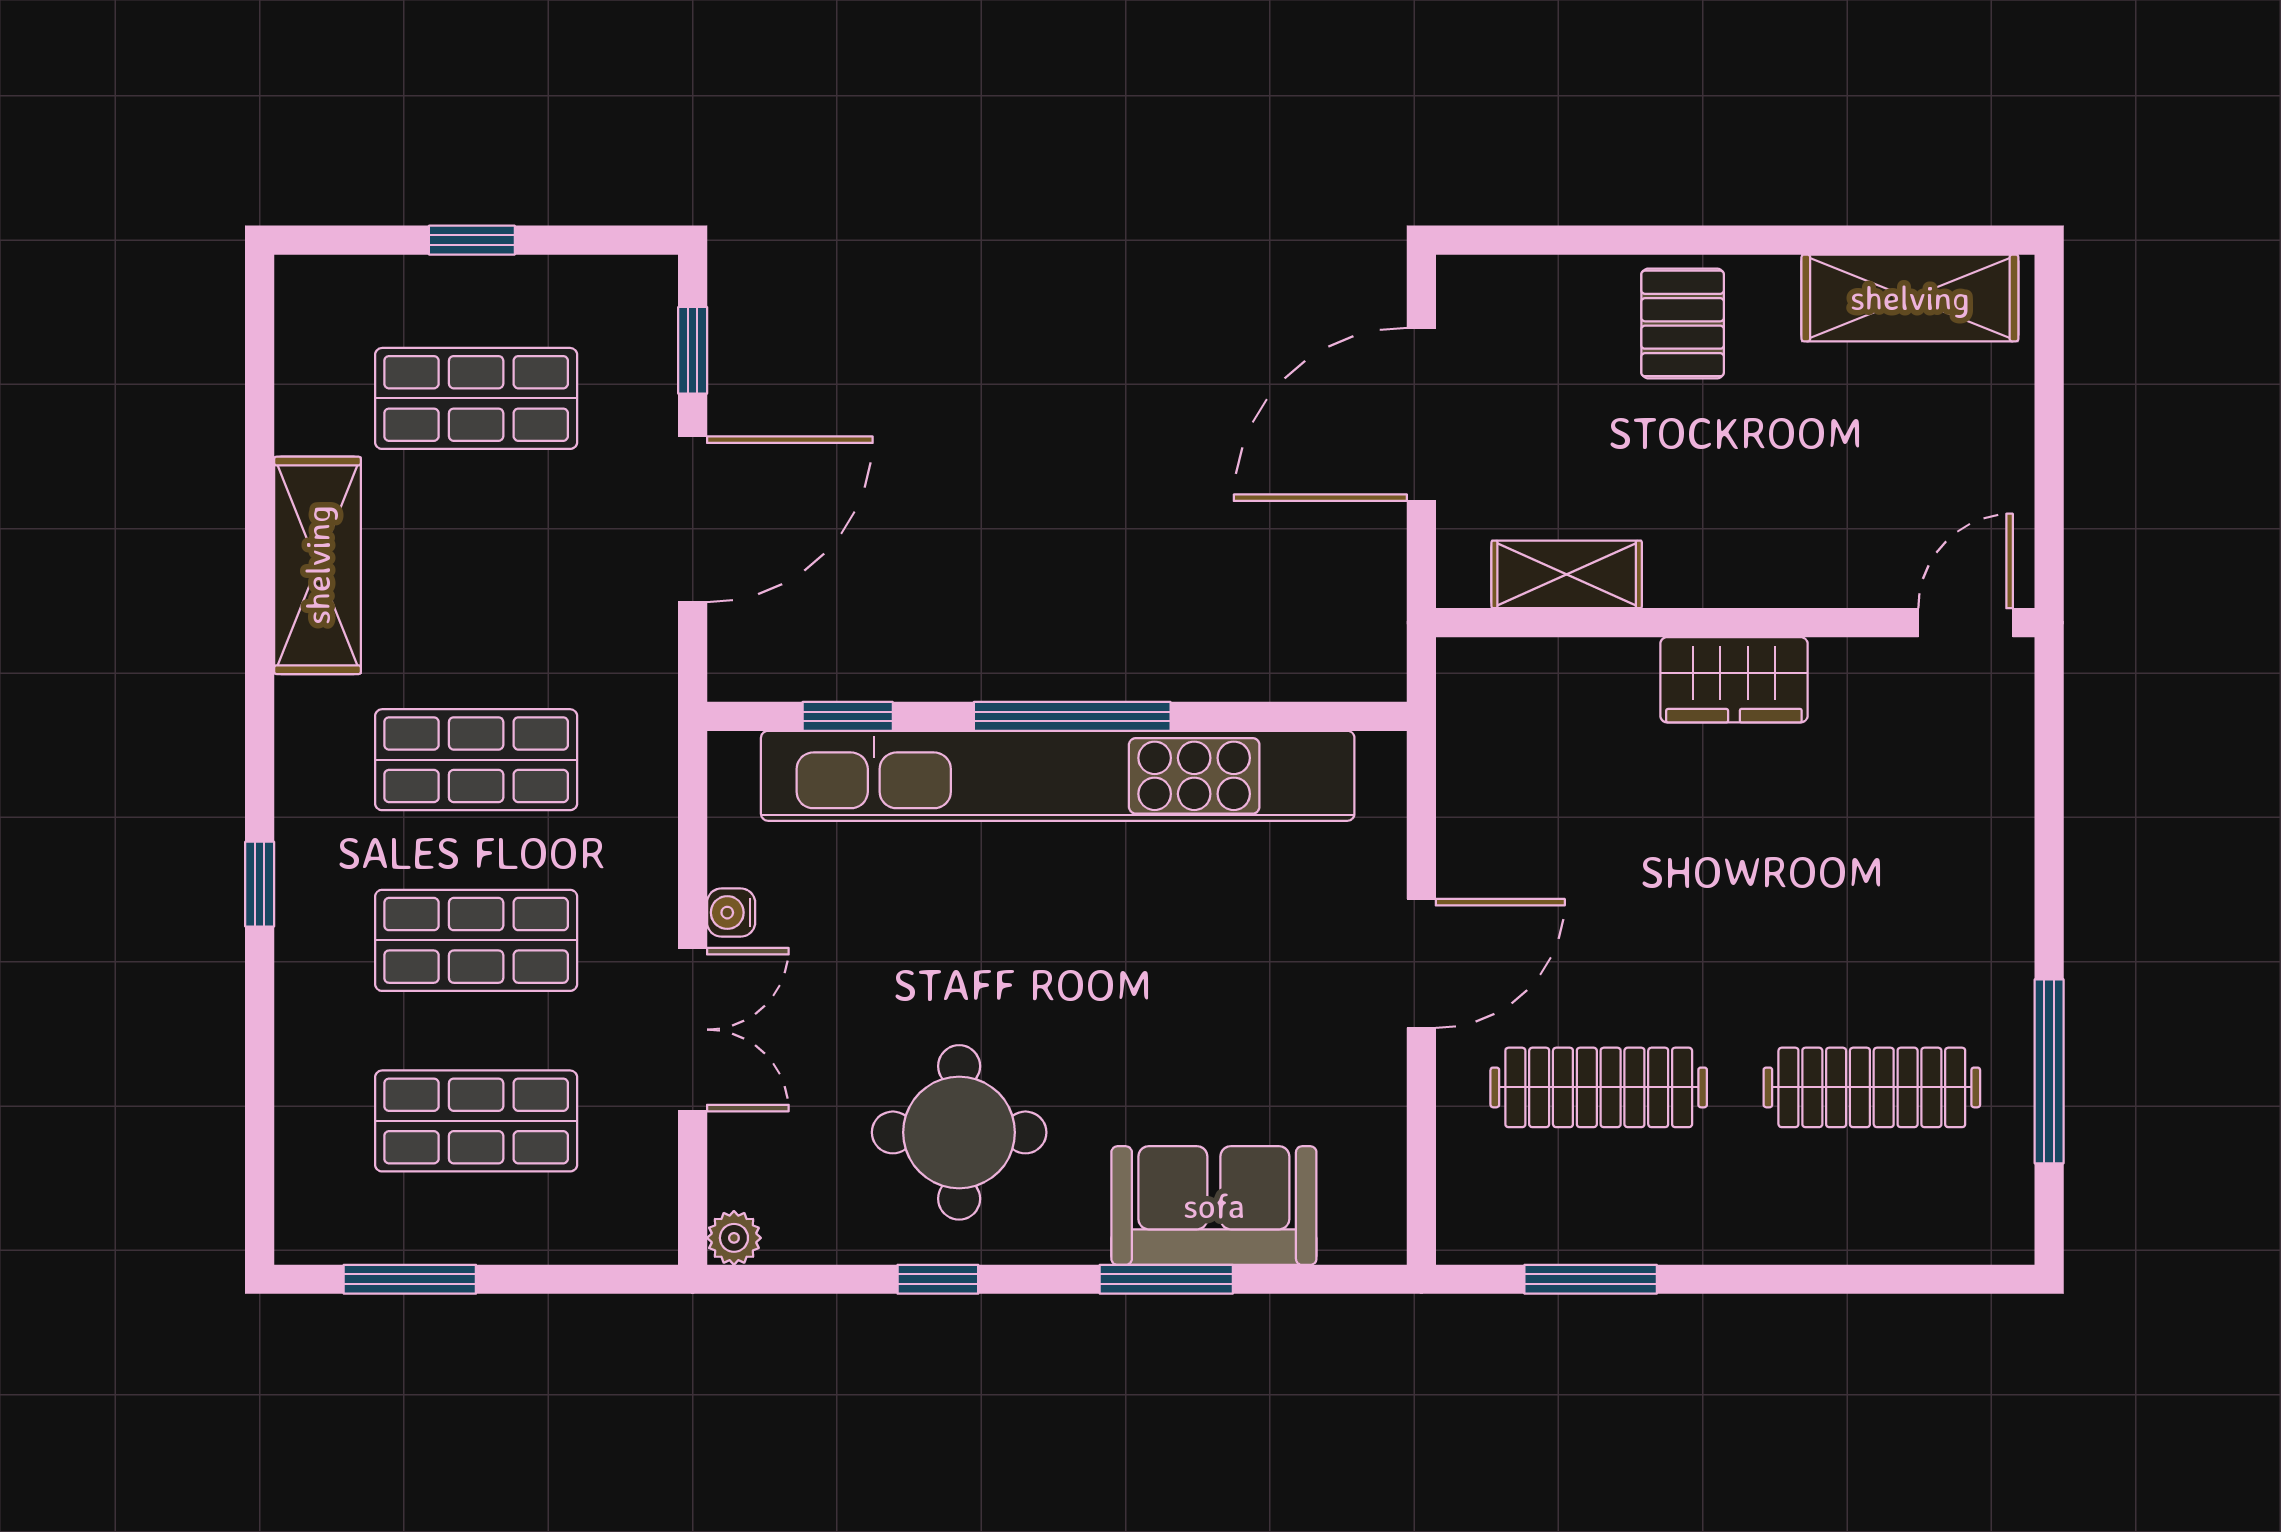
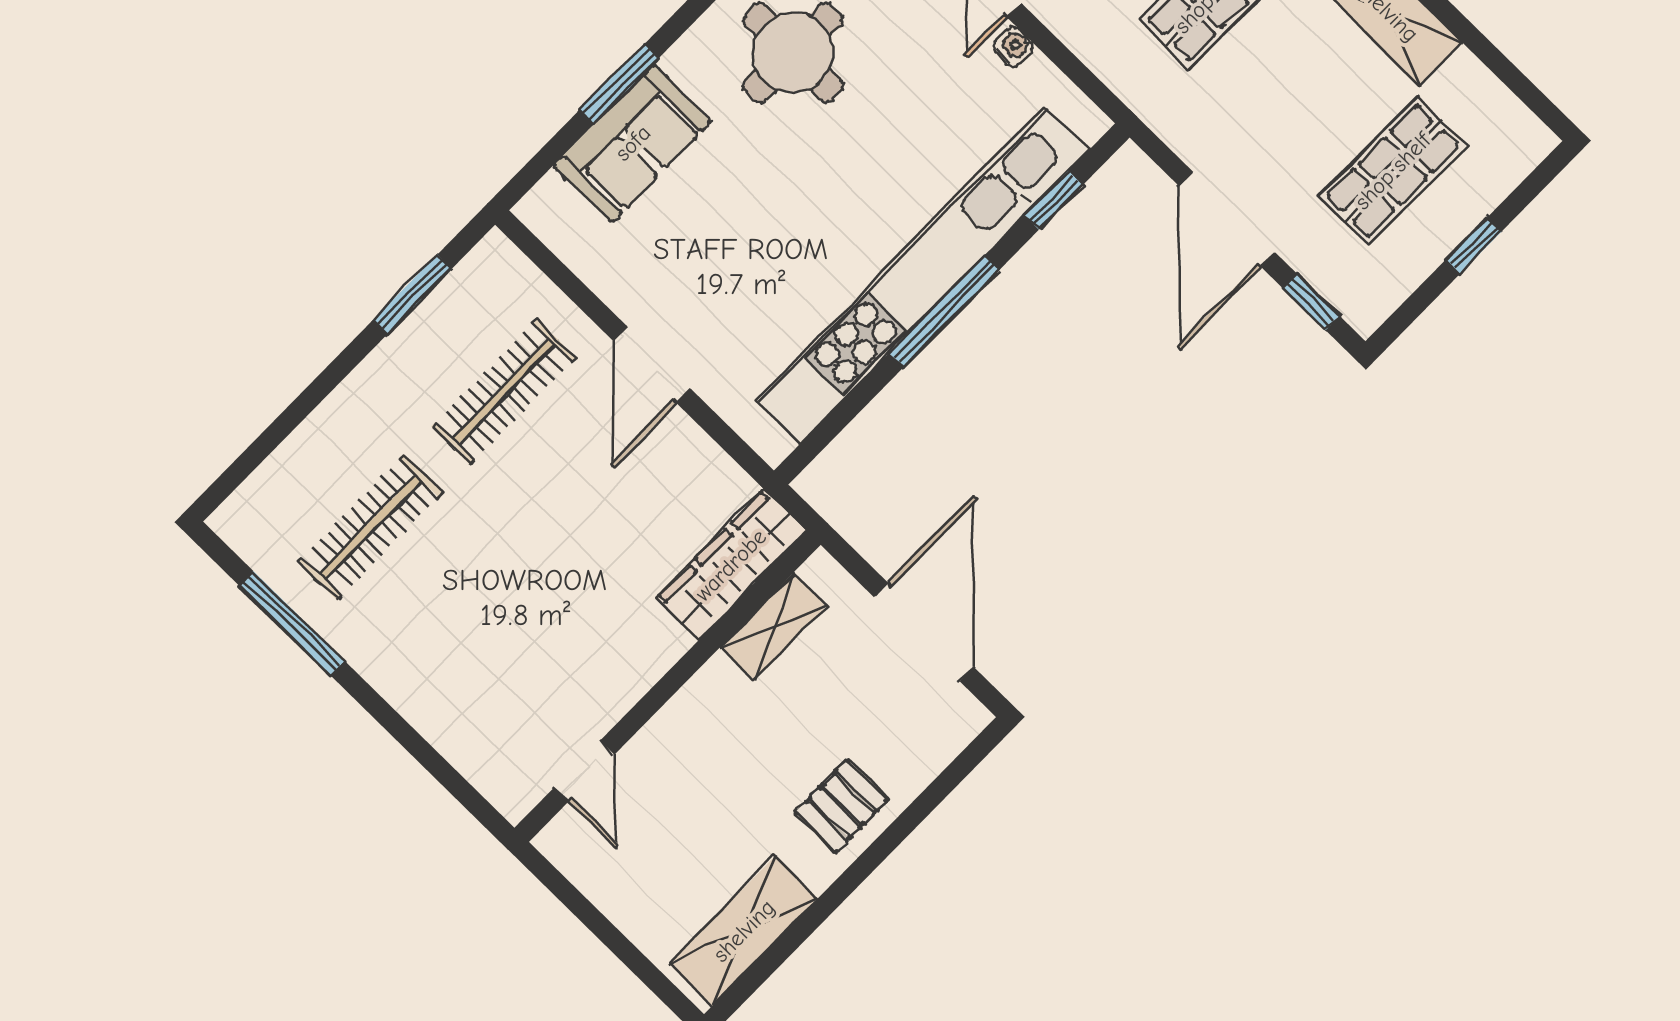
pallet: (1683, 323) -> (842, 806), turned 90
door: (1966, 623) -> (584, 771), moved
wardrobe: (1734, 680) -> (731, 565), moved, width x1.50

